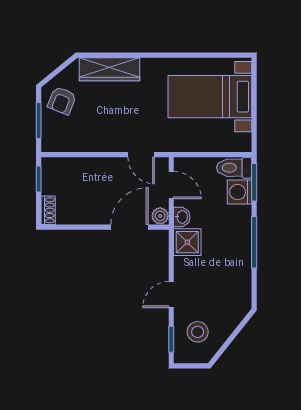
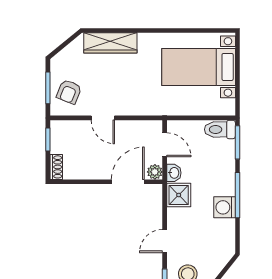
armchair: (62, 101) -> (69, 92), moved
door: (141, 155) -> (103, 118), moved
washing machine: (240, 192) -> (225, 207), moved

